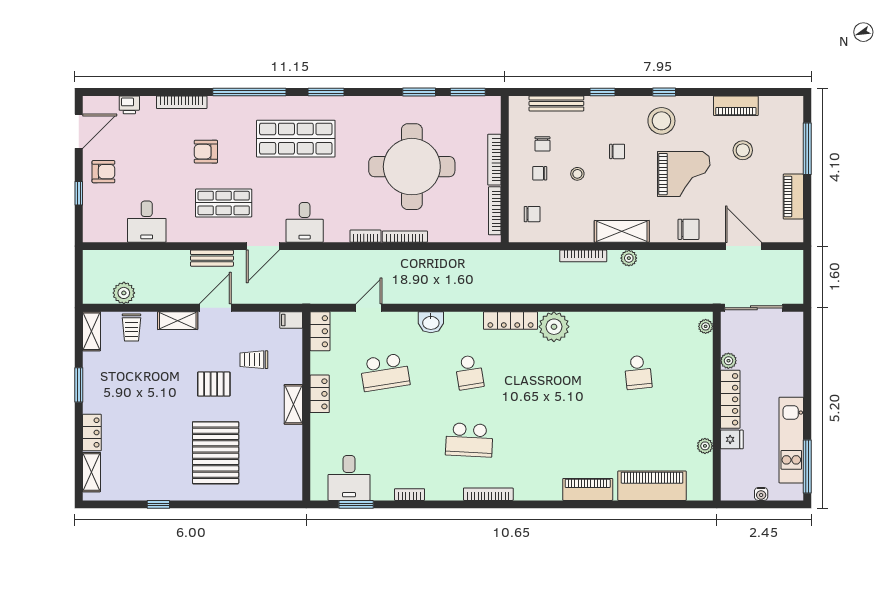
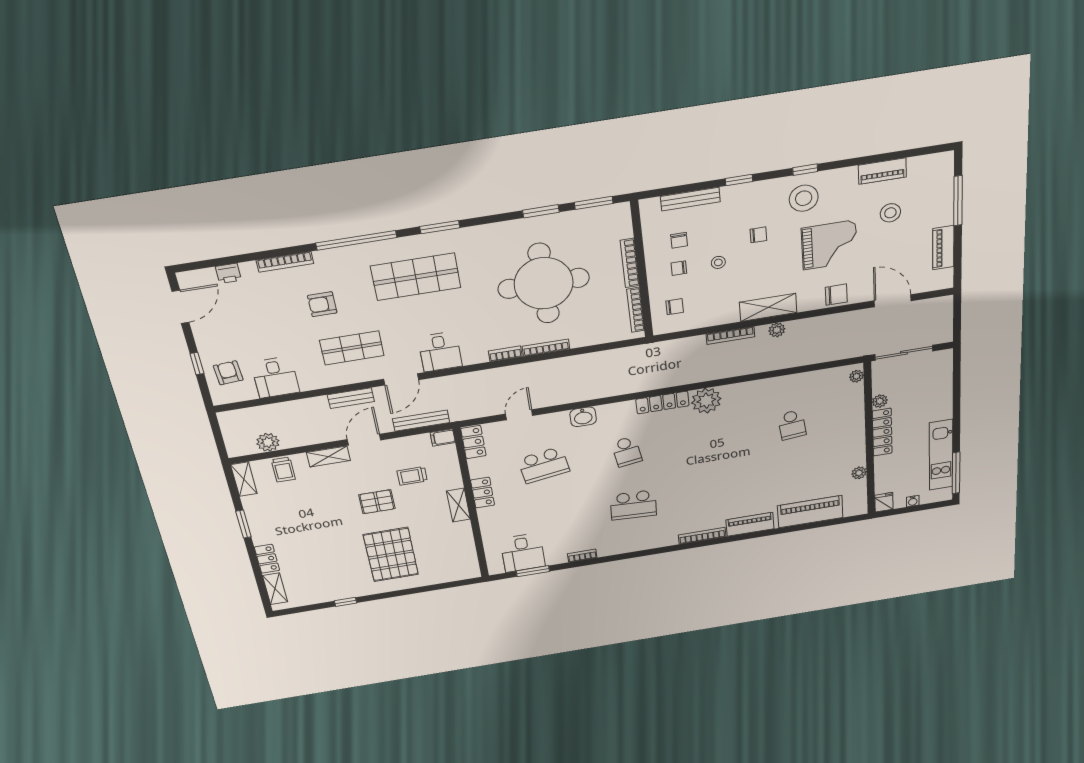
armchair: (103, 172) -> (228, 373), moved, turned -94
bench: (274, 296) -> (421, 421), added
fridge: (732, 439) -> (884, 502), moved, turned -90
bookcase: (488, 494) -> (702, 536), moved

